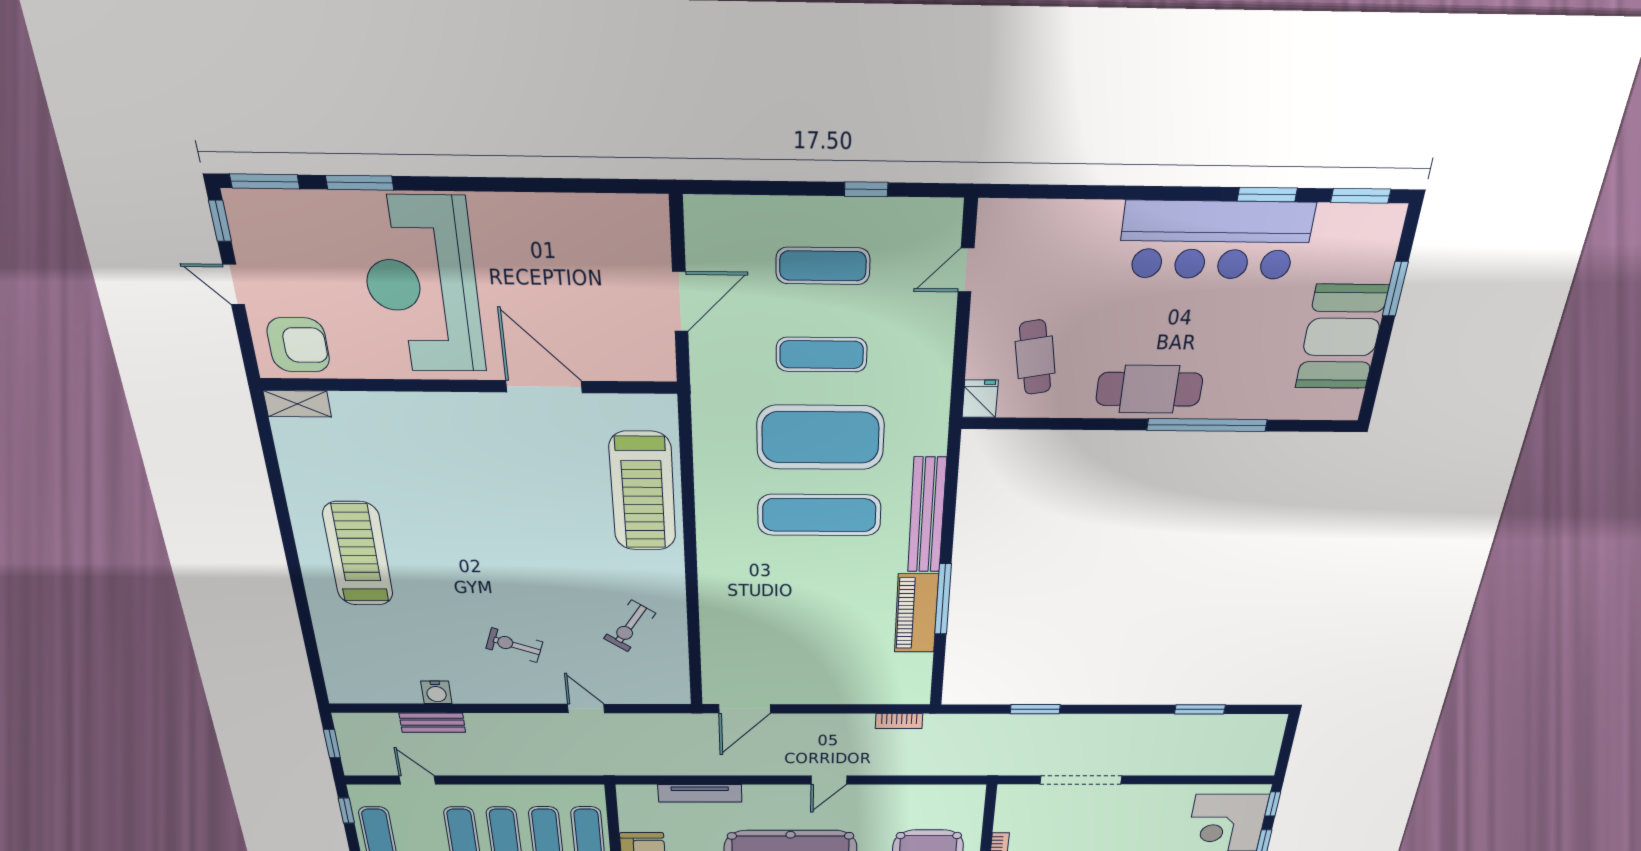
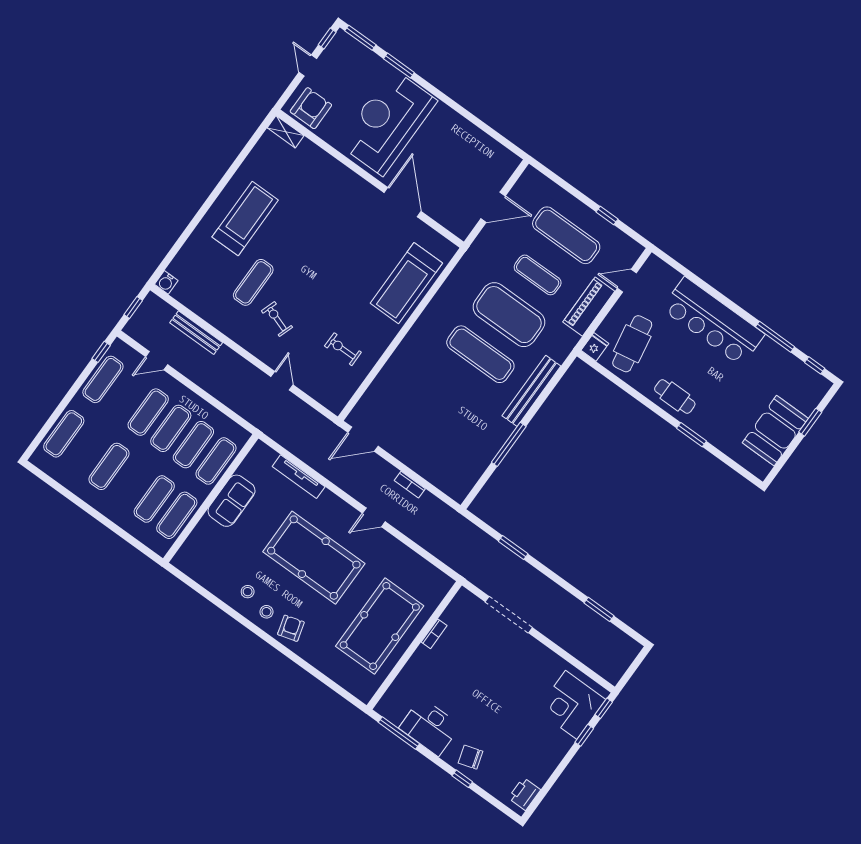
window: (1267, 195) -> (775, 337), width x1.44
window: (1361, 196) -> (815, 365), width x0.67
bar counter: (1215, 240) -> (713, 321), moved
exercise mat: (823, 266) -> (566, 235), width x1.36, depth x1.45
armchair: (298, 345) -> (311, 108), turned -90
cafe table: (1035, 357) -> (632, 344), width x1.37, depth x1.35
cafe table: (1149, 389) -> (675, 397), width x0.73, depth x0.74
window: (1207, 425) -> (692, 435), width x0.47
piano: (916, 613) -> (589, 307), moved
exercise mat: (444, 623) -> (253, 282), added
exercise bike: (630, 626) -> (343, 349), turned 56
water cooler: (436, 692) -> (166, 282), moved
bookcase: (899, 721) -> (410, 485), moved
bench: (432, 723) -> (196, 333), width x1.36
door: (417, 780) -> (157, 361), swing flipped

